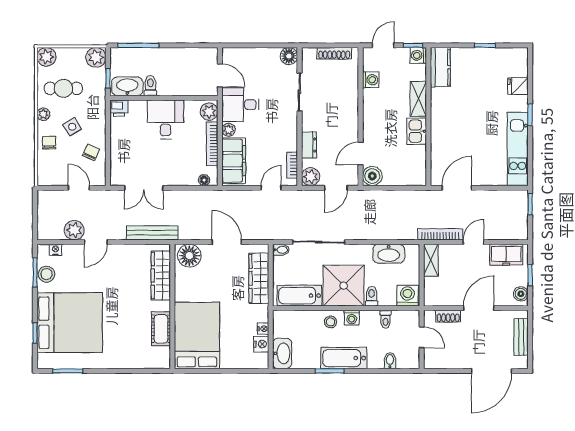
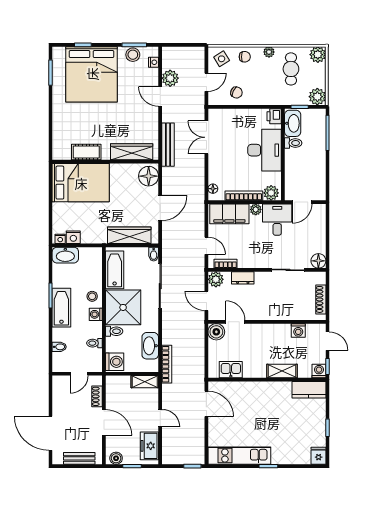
fridge: (518, 86) -> (319, 456), moved
desk: (165, 119) -> (264, 150), width x1.37
side table: (72, 127) -> (222, 59), moved
kitchen sink: (417, 131) -> (231, 370), moved
bookcase: (440, 234) -> (167, 364), moved
nightstand: (263, 329) -> (60, 239), moved

